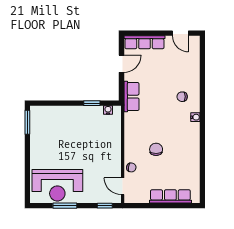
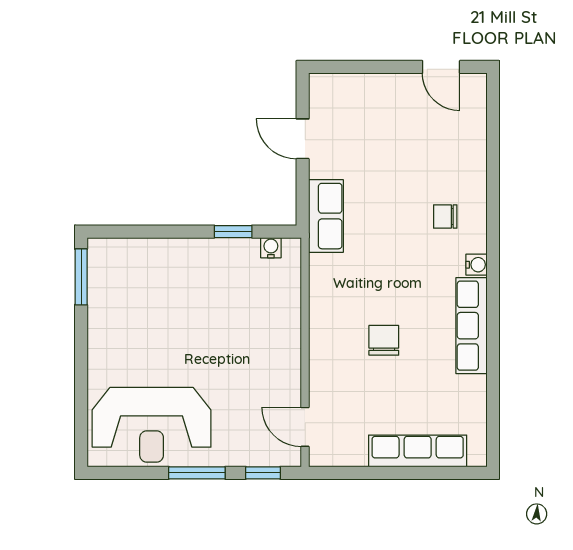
row of seats: (144, 42) -> (471, 326), moved, turned 90
door: (122, 64) -> (303, 139), swing flipped
chair: (131, 167) -> (326, 383), removed
window: (65, 206) -> (197, 473), moved

